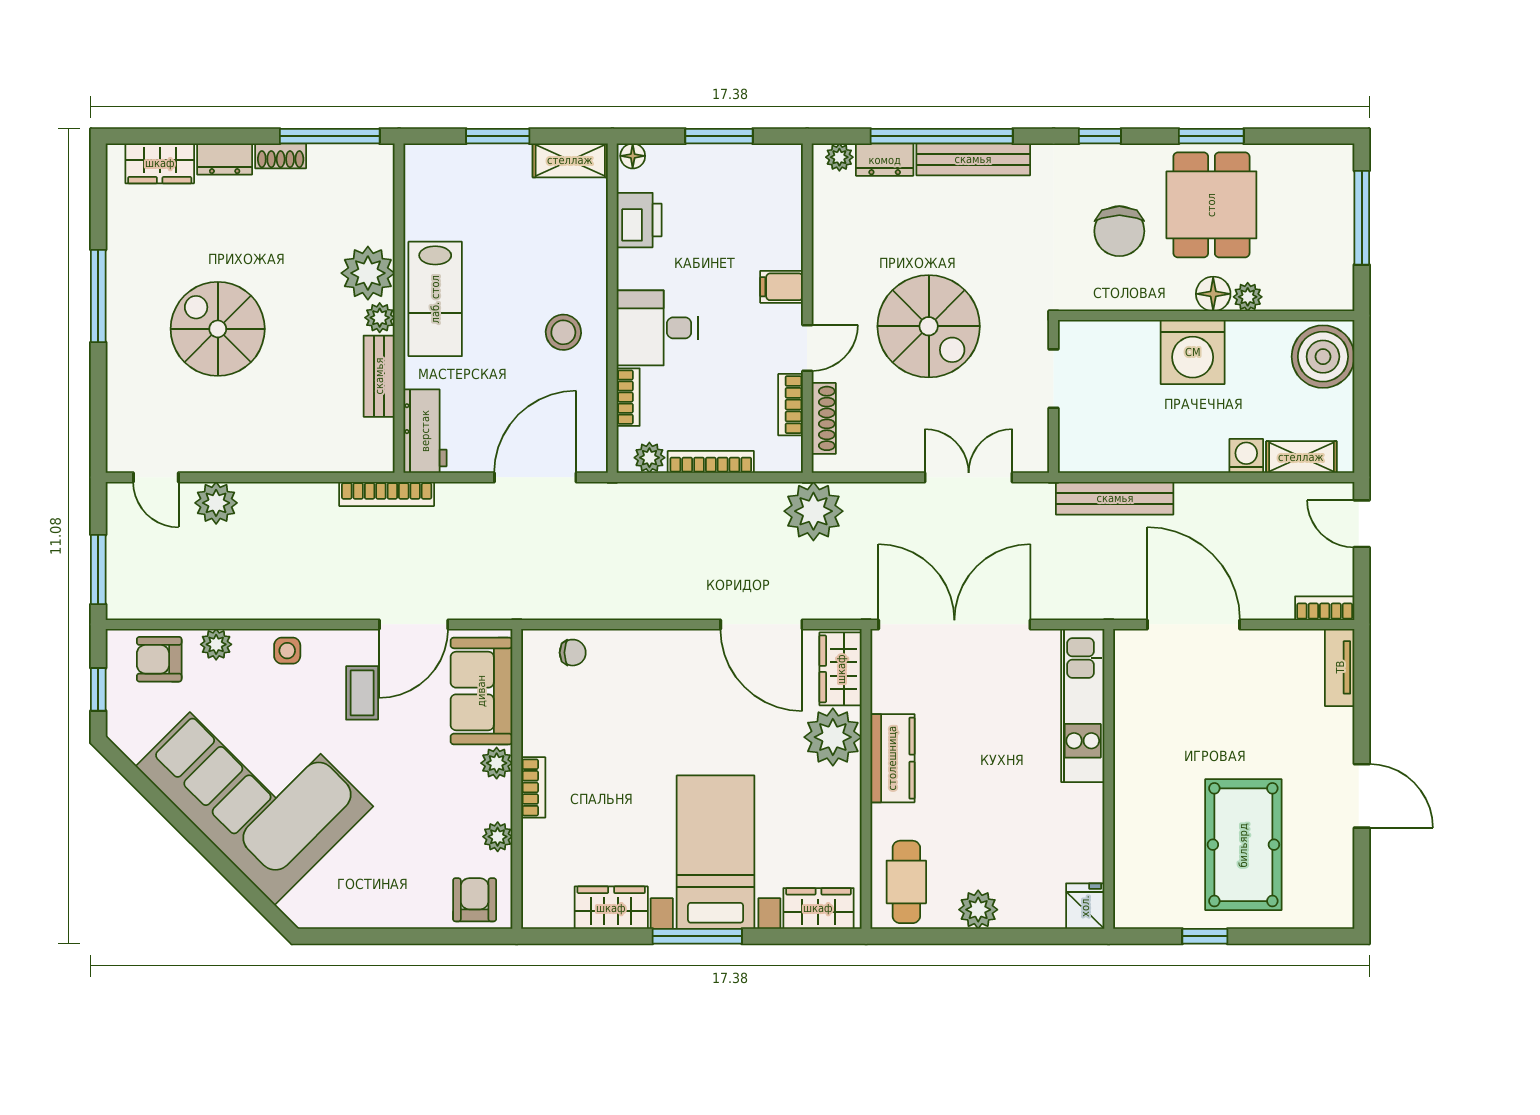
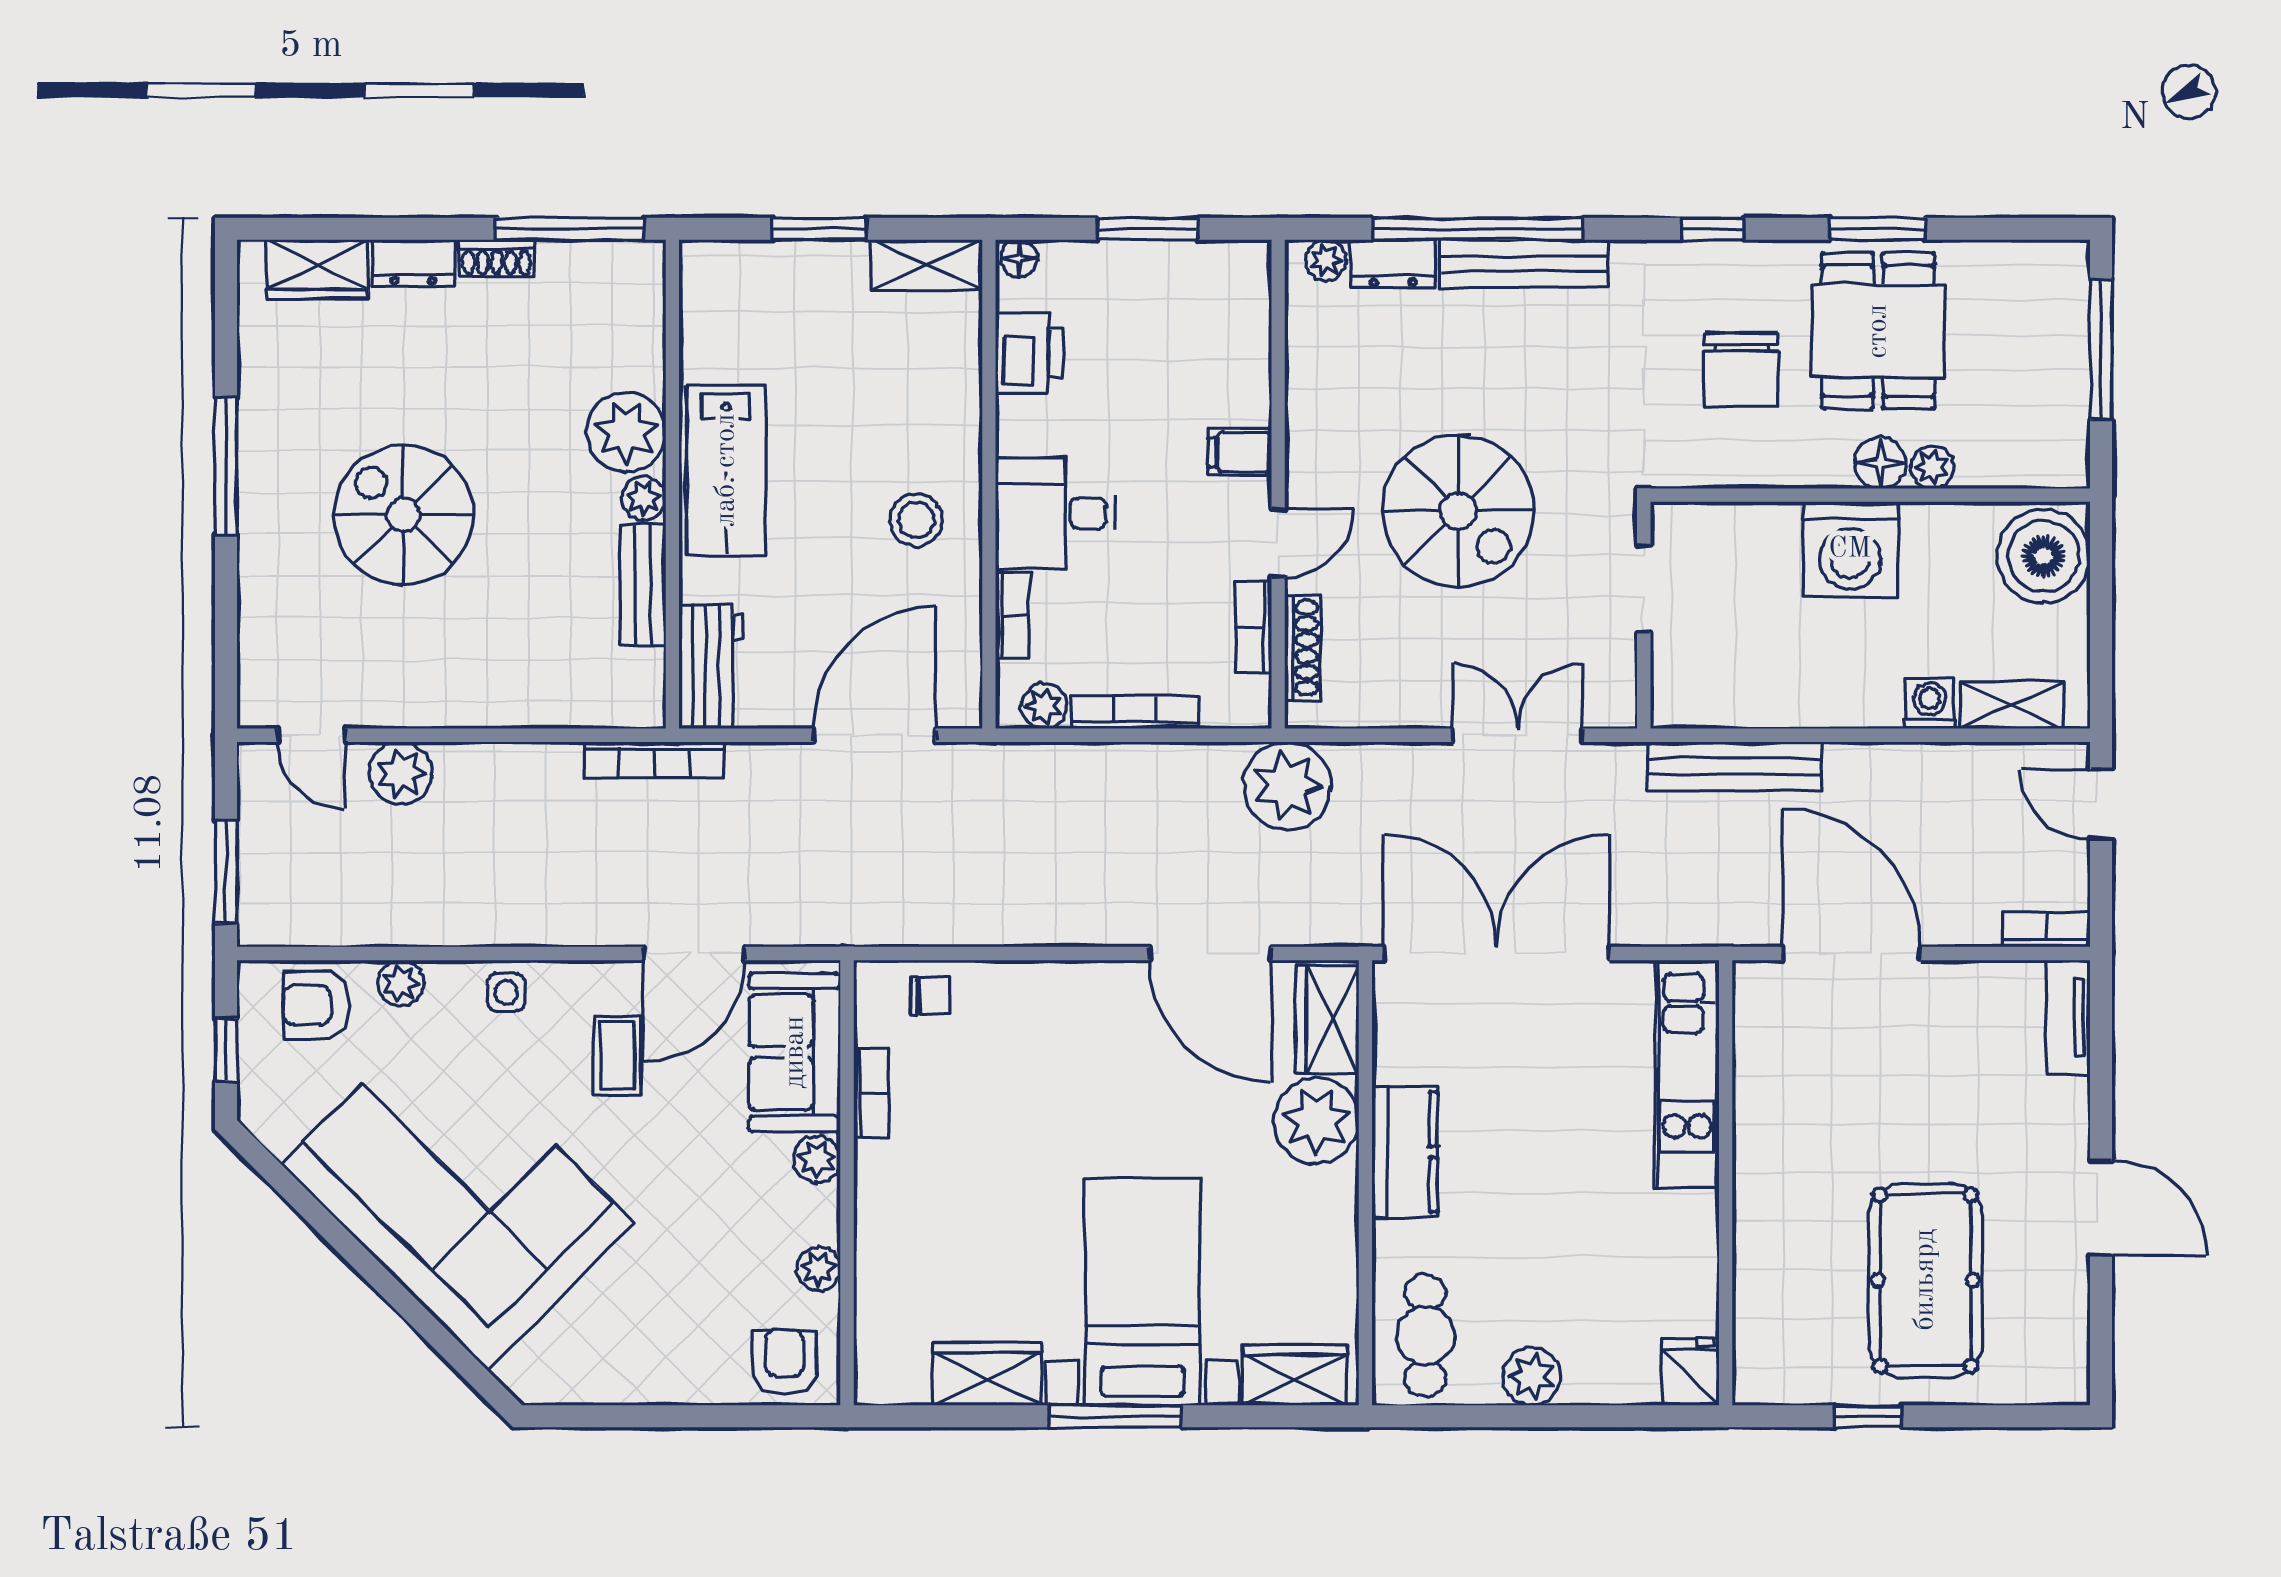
bookcase: (533, 787) -> (871, 1093), moved

